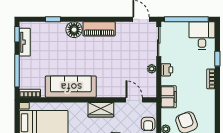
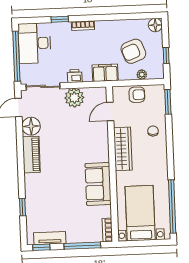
floor lamp: (74, 30) -> (31, 126), moved
desk: (202, 36) -> (35, 43), width x1.37
plant: (152, 69) -> (74, 98), width x1.88, depth x1.88
sofa: (71, 87) -> (98, 184), width x0.73
wardrobe: (101, 110) -> (123, 149), width x1.50

